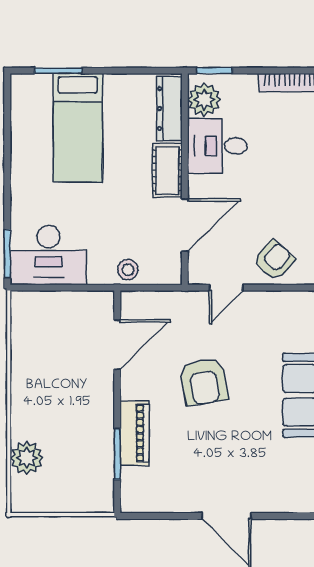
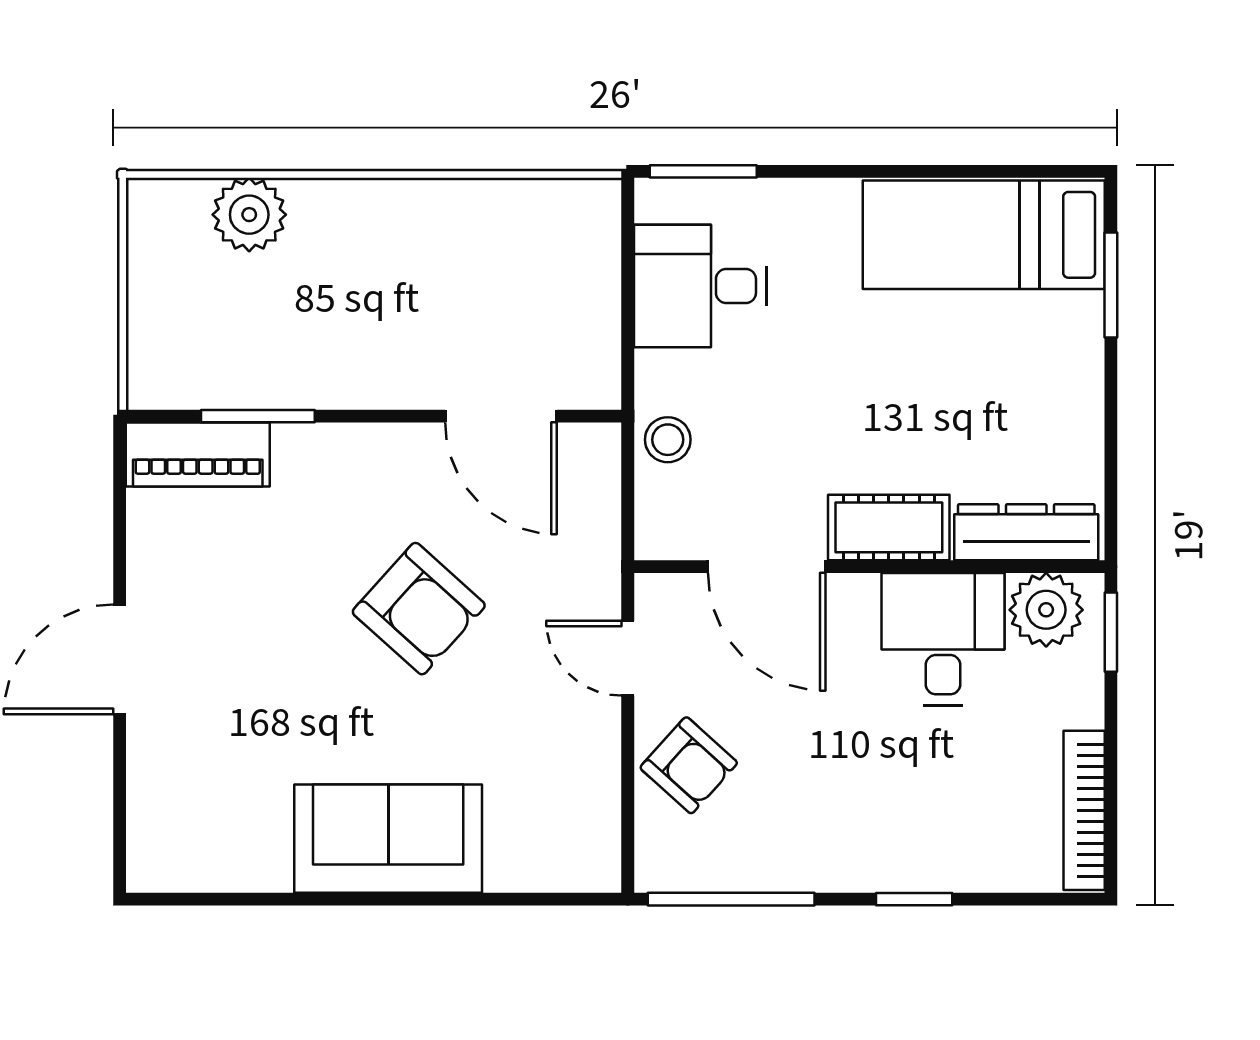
bed: (78, 128) -> (984, 235), moved
desk: (48, 255) -> (700, 286), width x0.73
armchair: (204, 382) -> (419, 609), turned -128
piano: (134, 433) -> (198, 454), moved

